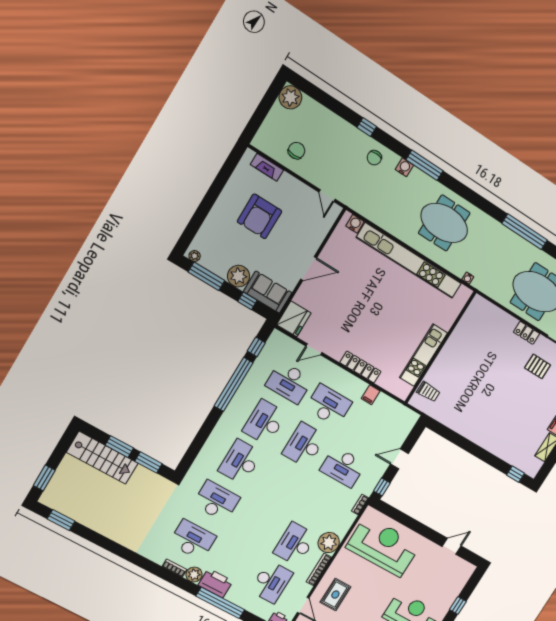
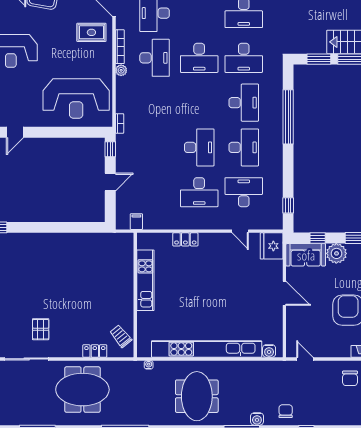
meeting table: (444, 223) -> (197, 396), turned 90
door: (309, 268) -> (284, 293), swing flipped
locker: (527, 333) -> (95, 351), moved
door: (314, 349) -> (240, 231), swing flipped
pallet: (538, 366) -> (41, 329), turned 90
locker: (360, 367) -> (185, 239), width x0.66
window: (234, 384) -> (288, 117), moved
trolley: (428, 392) -> (121, 336), moved, turned 51
filing cabinet: (371, 395) -> (136, 222), moved
desk: (343, 467) -> (199, 58), moved, turned 180
plant: (329, 543) -> (121, 70), width x0.53, depth x0.53
rug: (335, 595) -> (91, 32), turned 90

